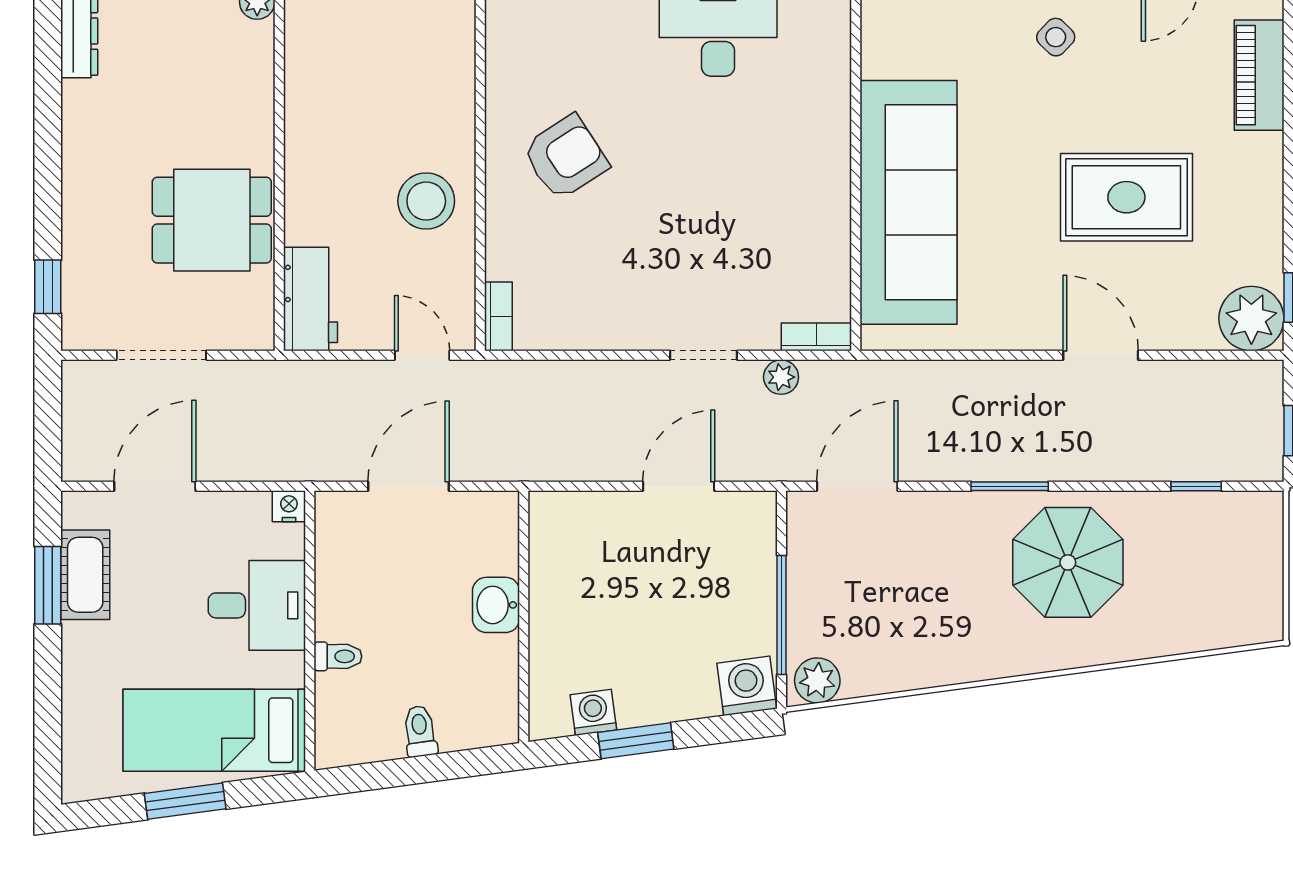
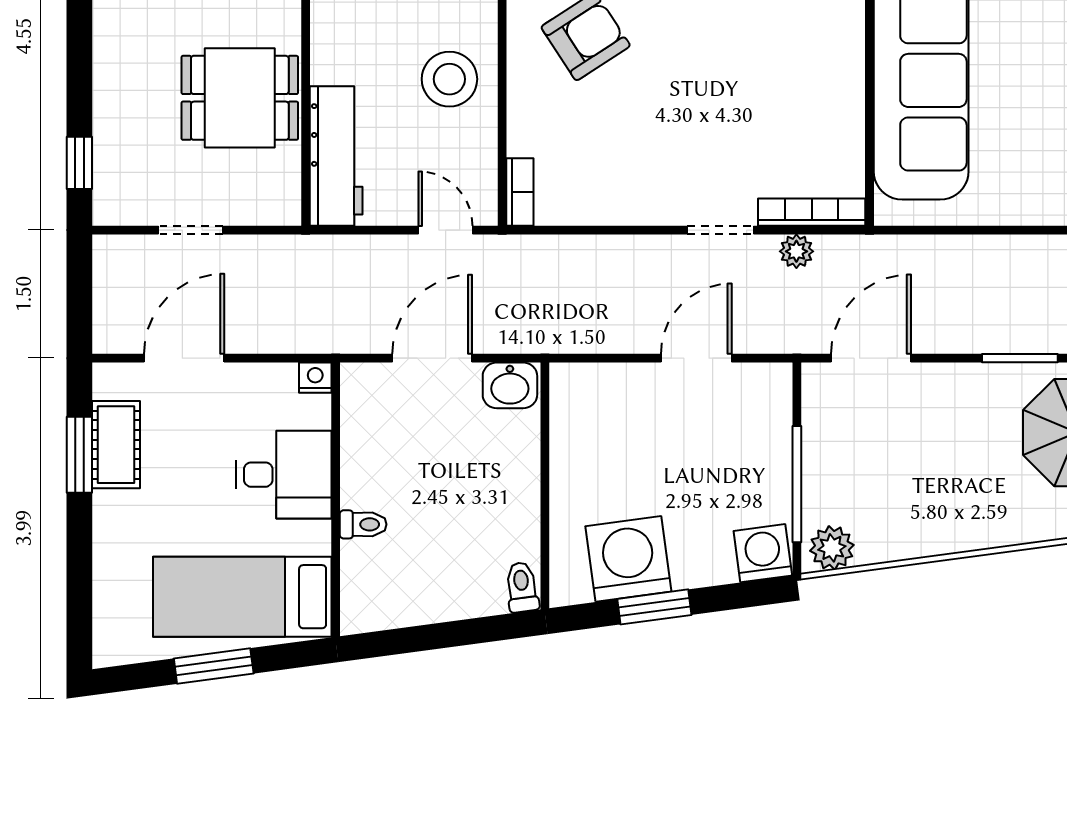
workbench: (310, 299) -> (336, 156), width x1.38
bookcase: (816, 337) -> (812, 212), width x1.56
doorway: (161, 355) -> (191, 230), width x0.73
washbasin: (496, 605) -> (510, 385), moved, turned -90
washing machine: (593, 712) -> (628, 559), width x1.89, depth x1.89
toilet: (420, 731) -> (522, 587), moved

